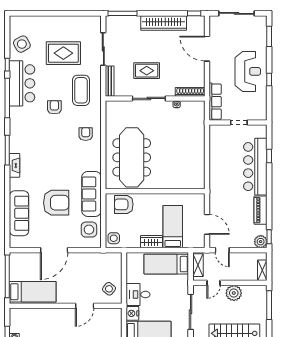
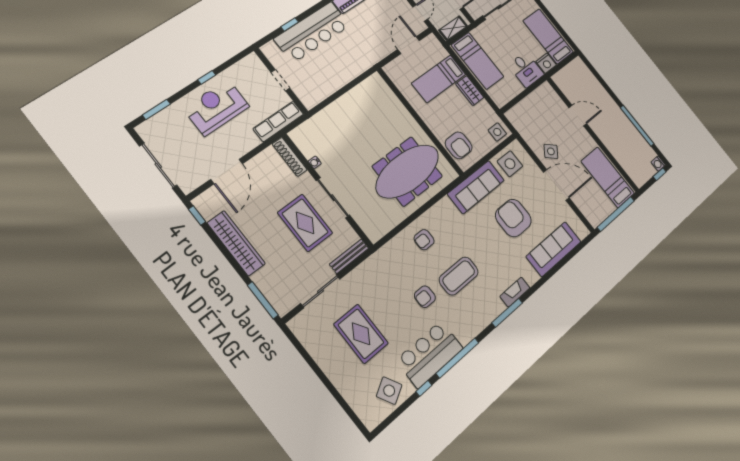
rug: (147, 71) -> (305, 223), width x1.36, depth x1.43
coffee table: (81, 90) -> (459, 276), moved
side table: (109, 289) -> (551, 151), moved

